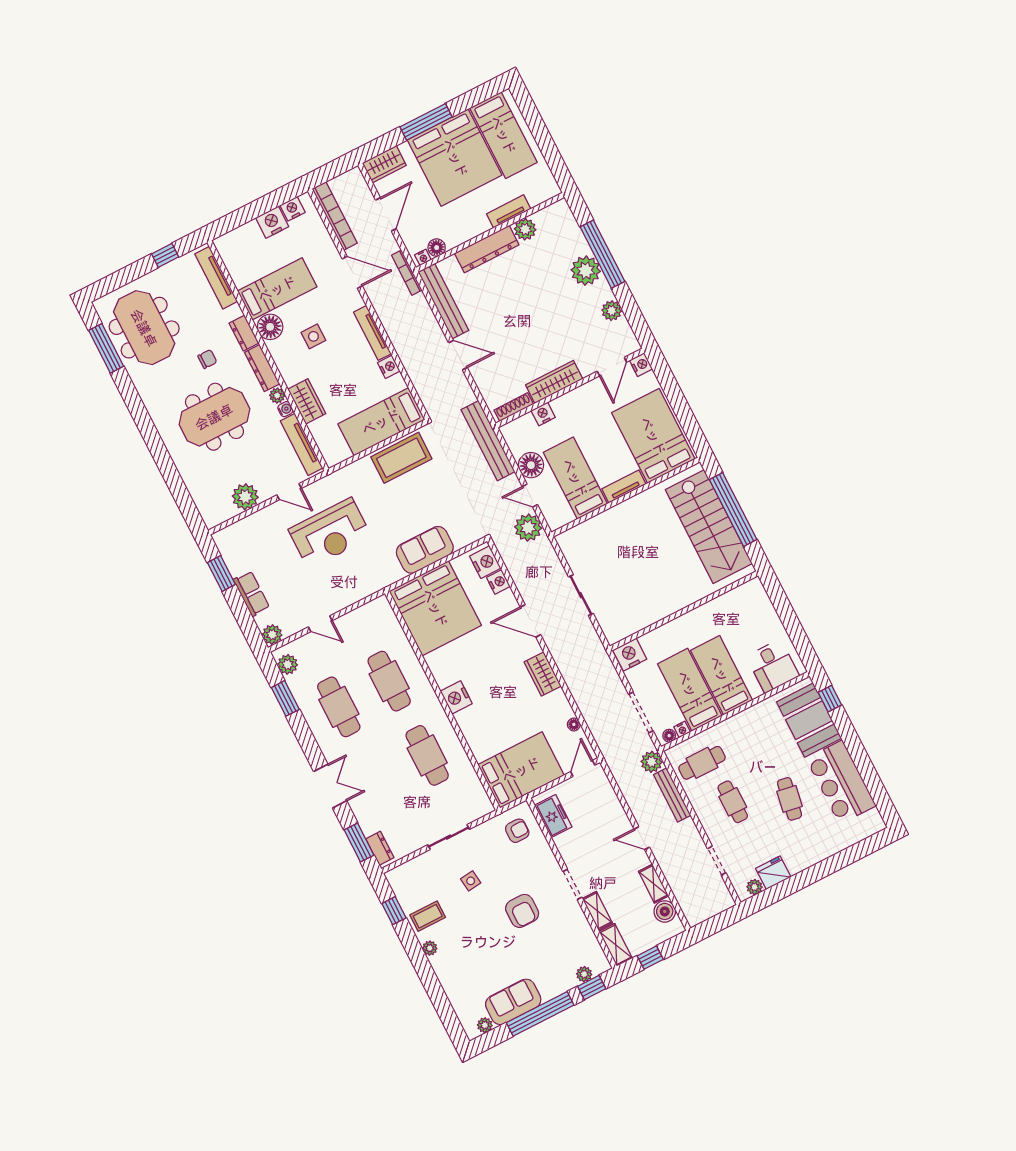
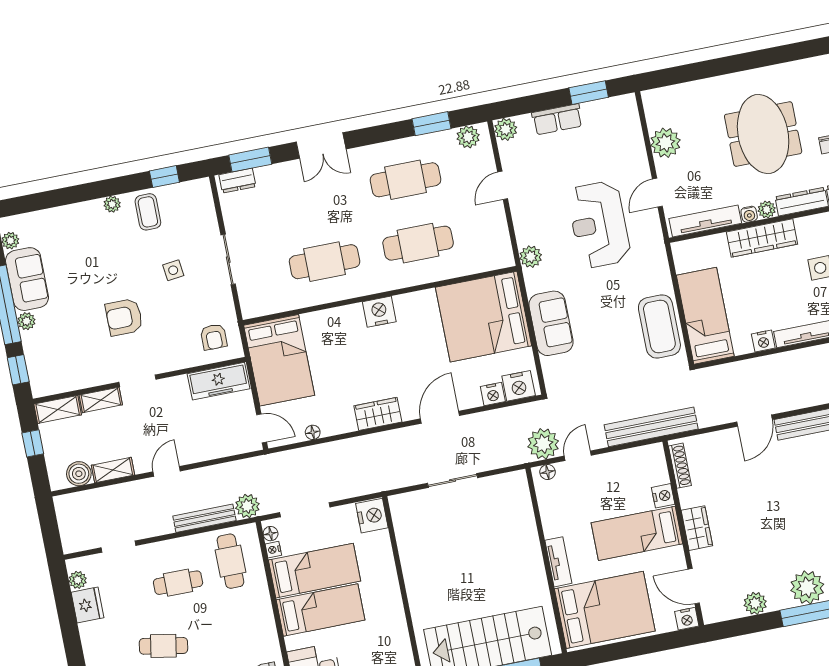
wardrobe: (554, 382) -> (697, 528), width x0.67
wardrobe: (307, 401) -> (762, 238), width x1.50
floor lamp: (531, 465) -> (548, 472), moved, width x0.53, depth x0.53
bed: (575, 478) -> (637, 533), moved, turned 180
plant: (374, 583) -> (531, 257), added
freezer: (553, 816) -> (218, 381), width x1.40
plant: (584, 974) -> (26, 321), moved

